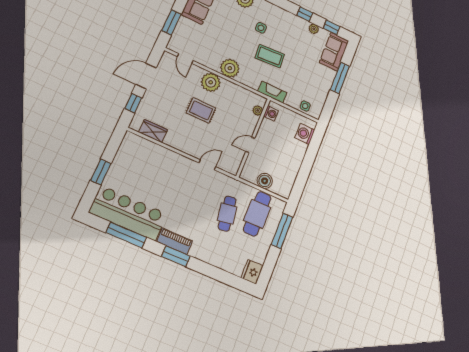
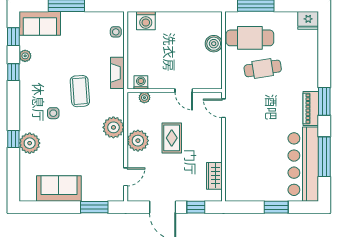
plant: (258, 110) -> (144, 98), moved
washing machine: (271, 113) -> (141, 82), moved
wall: (253, 137) -> (175, 91), moved
door: (250, 145) -> (184, 91), moved

